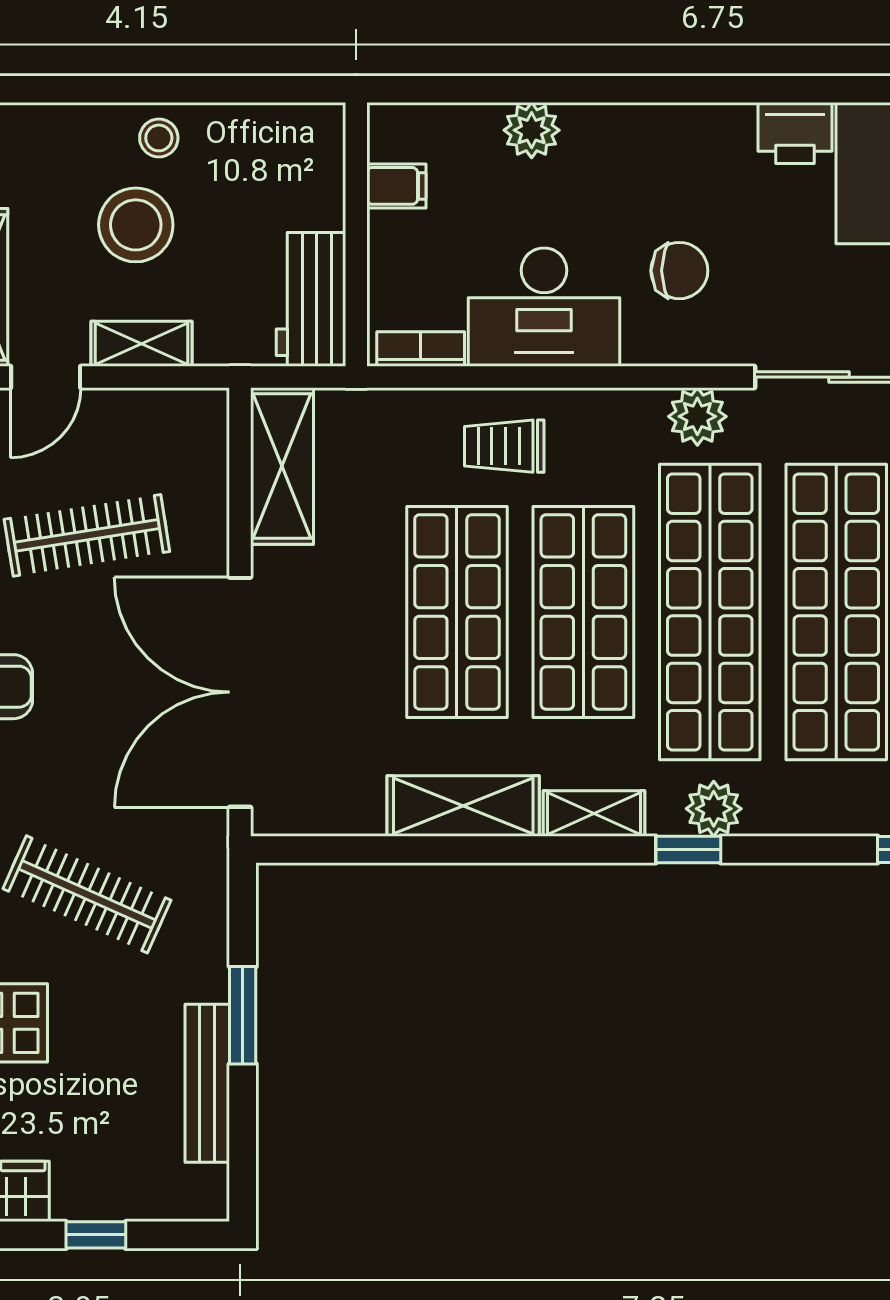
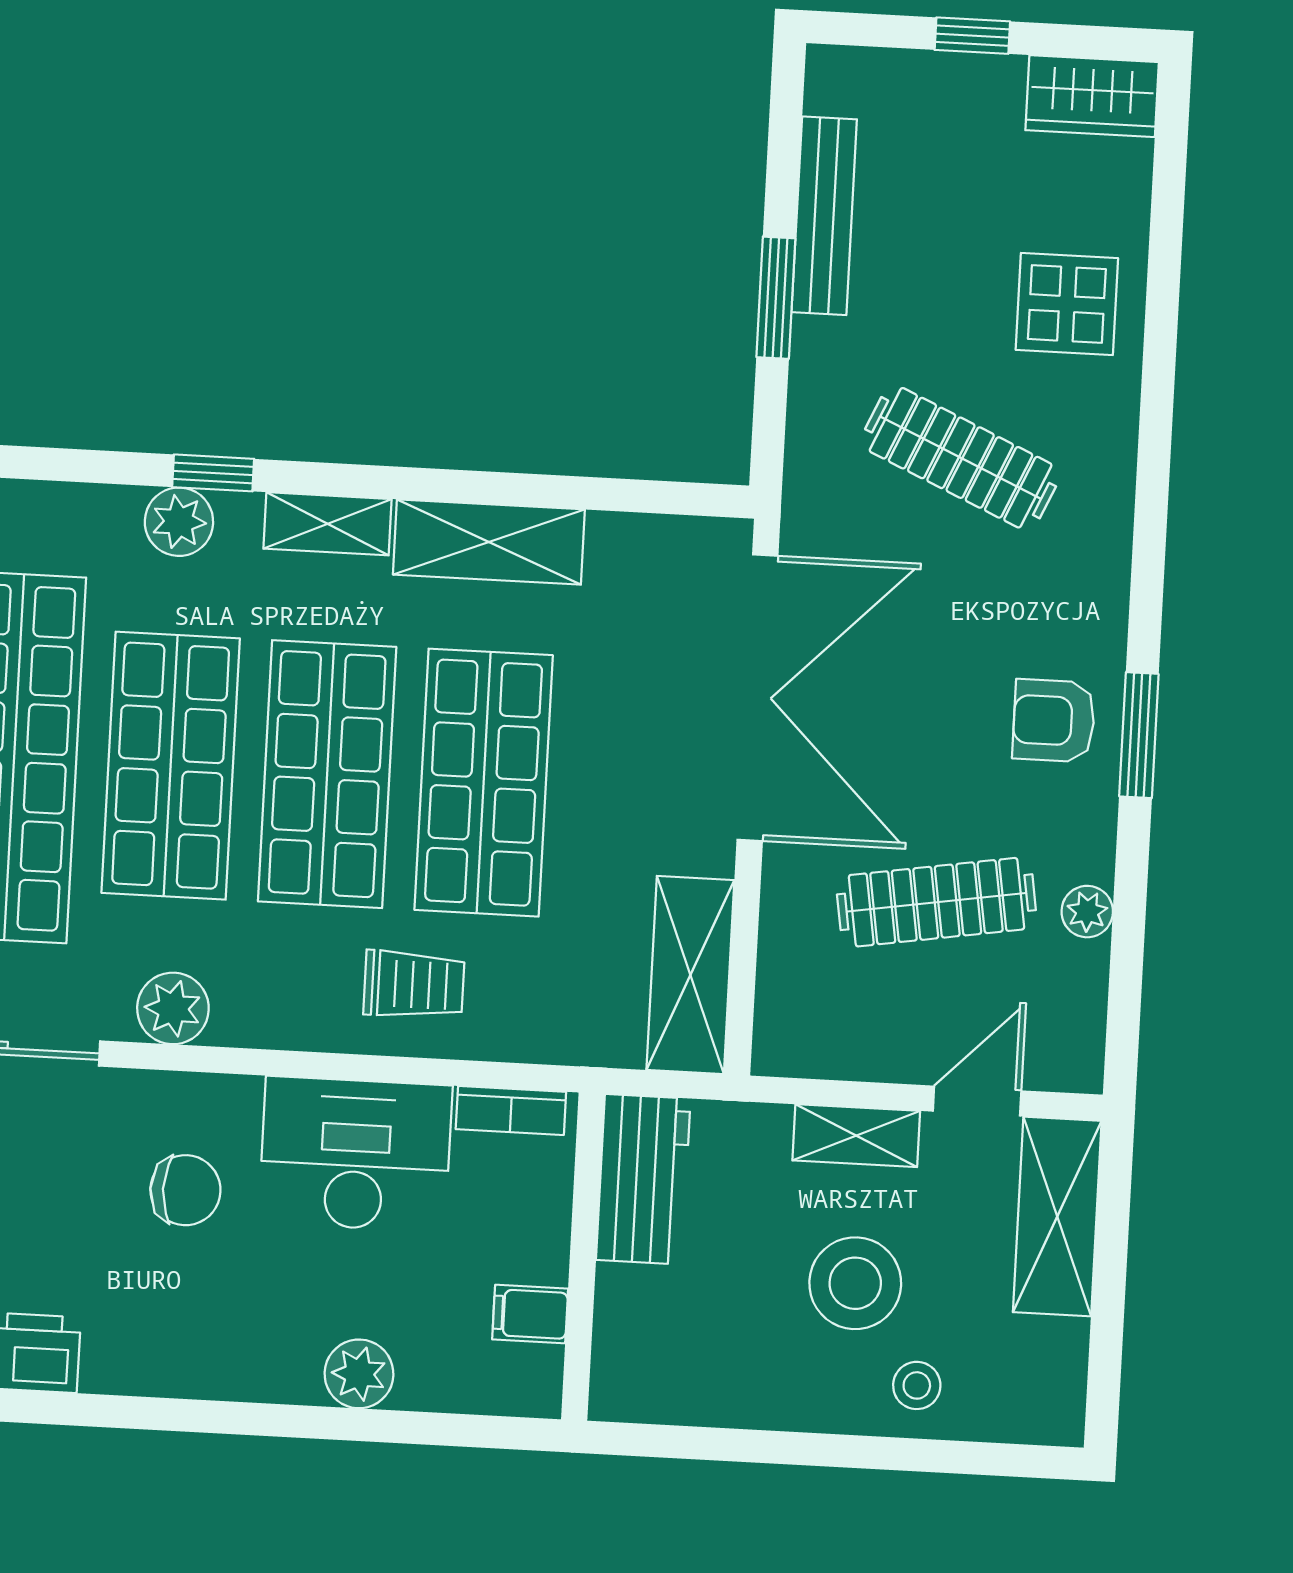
stool: (159, 138) -> (917, 1385), moved
chair: (679, 271) -> (185, 1190), turned 180
shop shelf: (710, 612) -> (171, 766), width x0.71

